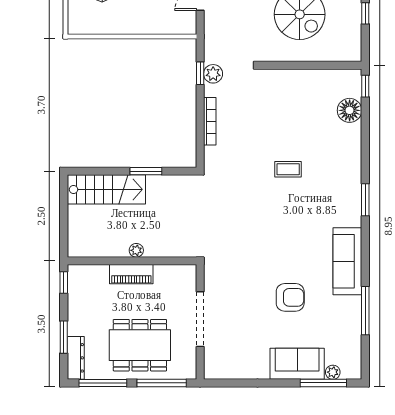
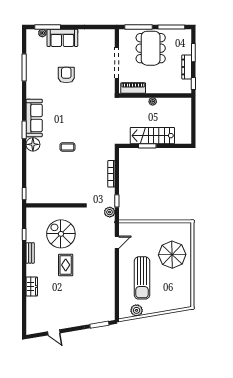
plant: (213, 74) -> (110, 212), moved
floor lamp: (350, 110) -> (33, 144), moved
stairs: (106, 189) -> (152, 136), moved
sofa: (347, 261) -> (34, 118), moved
piano: (131, 274) -> (133, 88), moved
armchair: (290, 297) -> (66, 75), turned 90
dining table: (140, 345) -> (151, 48), turned 90
dresser: (76, 358) -> (187, 67), moved

